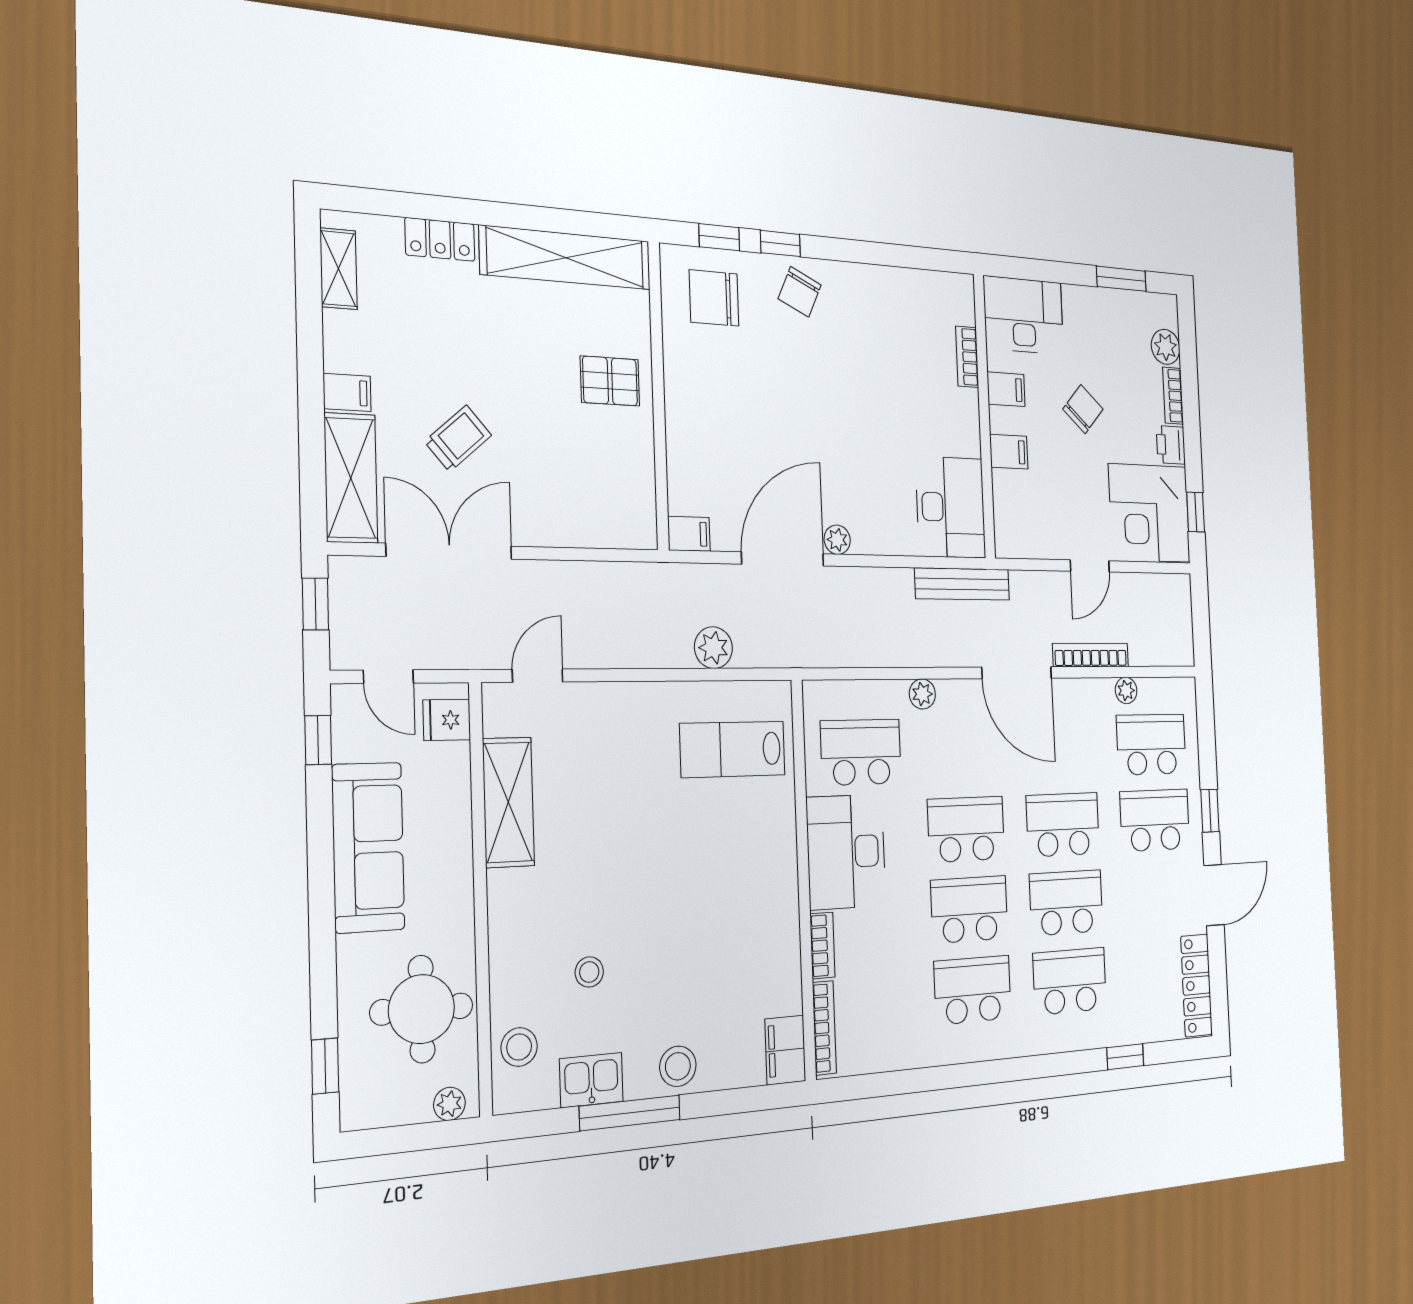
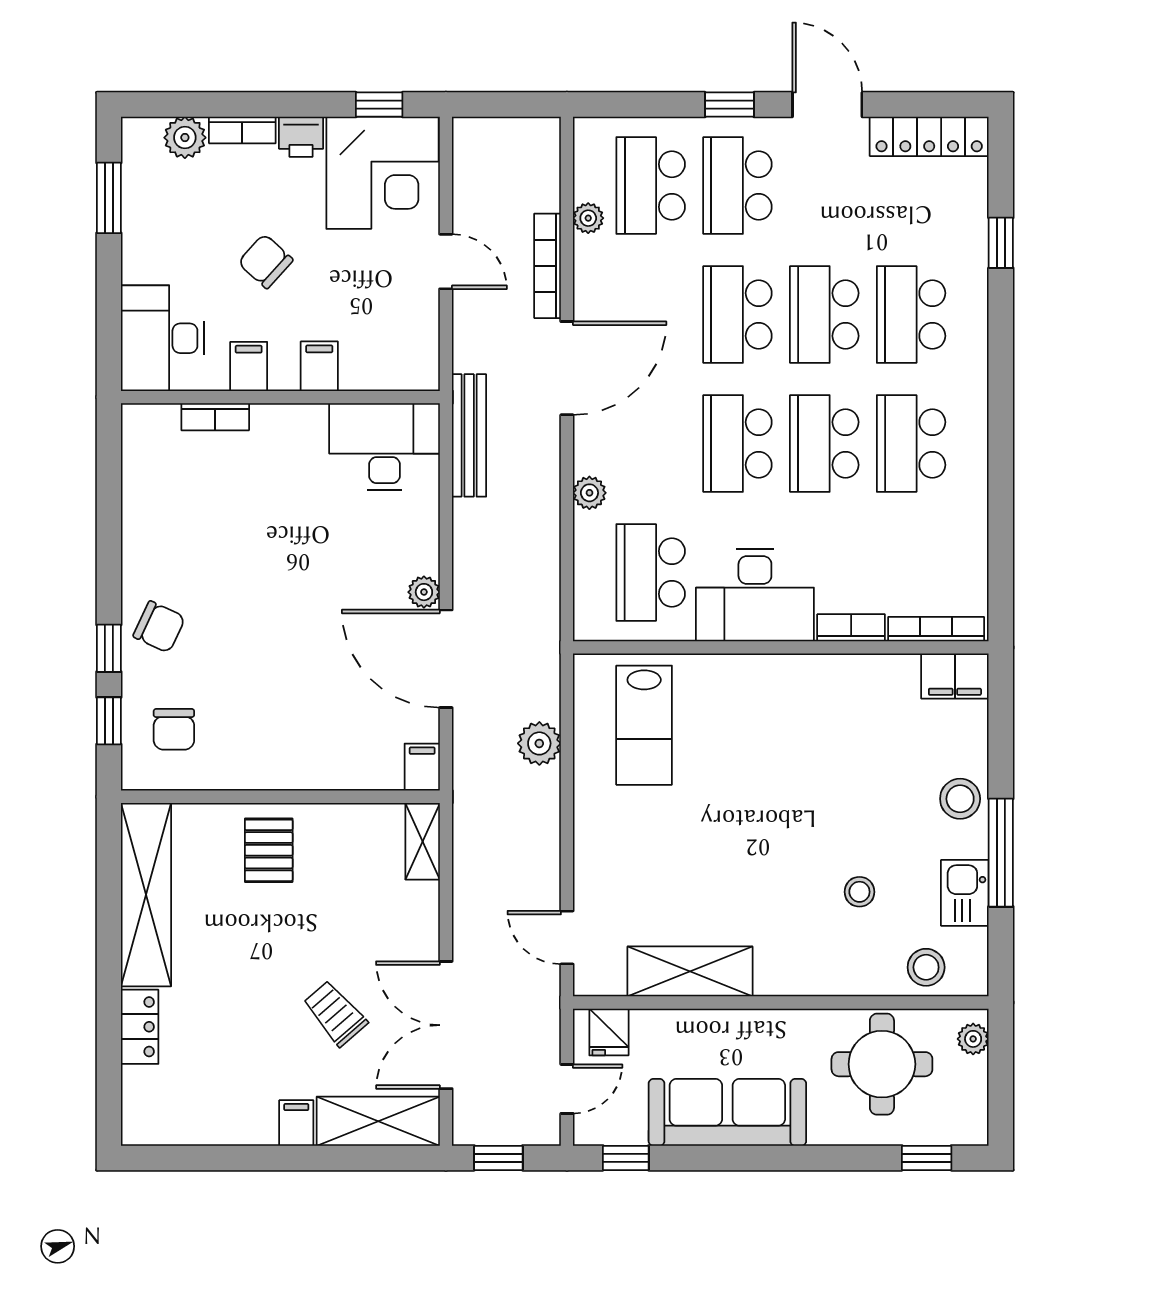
shelving: (339, 269) -> (423, 842), moved, turned 90
chair: (714, 298) -> (174, 729), width x0.73, depth x0.73

